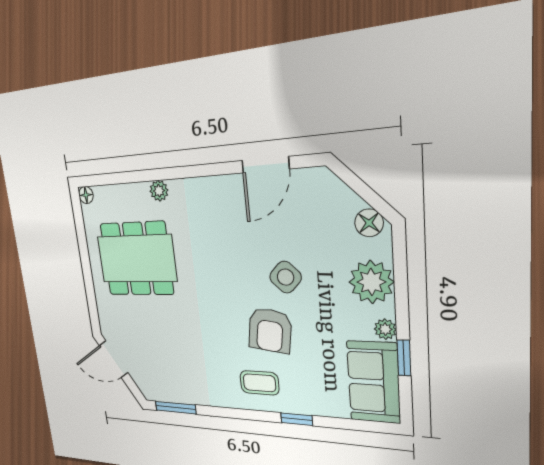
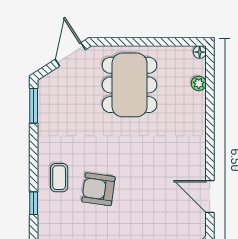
plant: (159, 191) -> (199, 83), moved
dining table: (137, 259) -> (130, 85), moved
side table: (286, 277) -> (136, 204), removed

